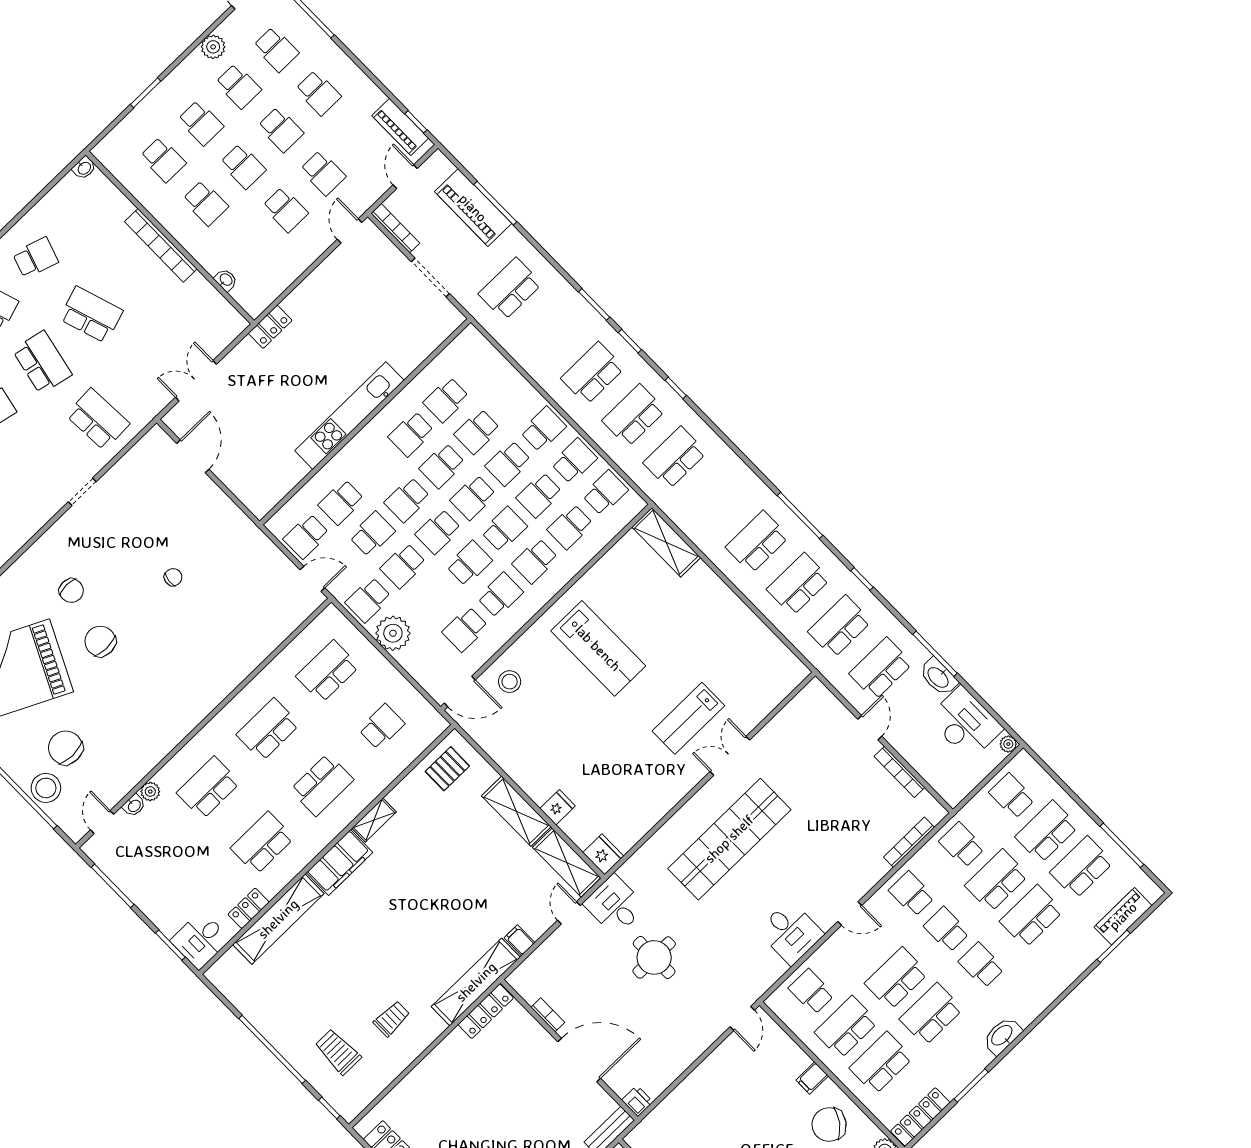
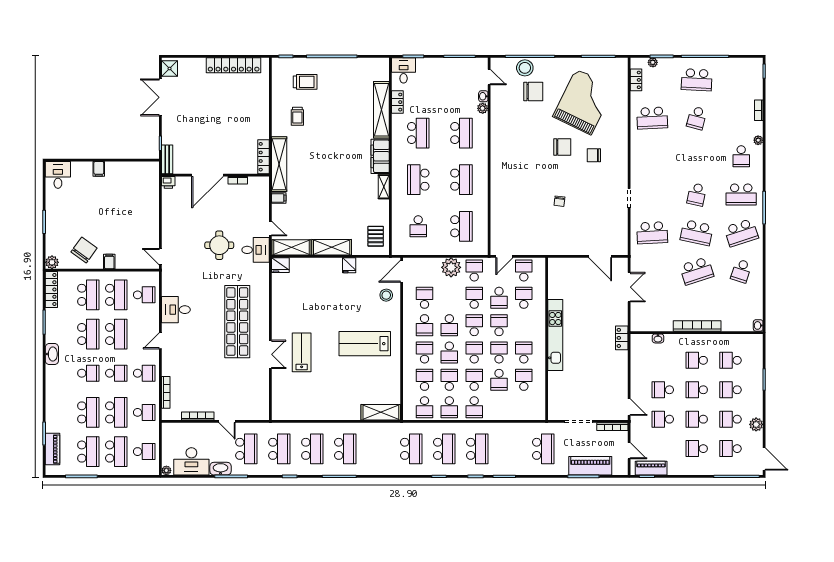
school desk: (477, 432) -> (499, 380), turned 180
fridge: (558, 807) -> (349, 265), moved

